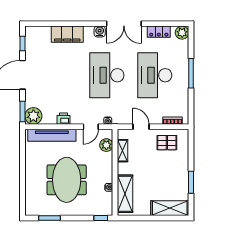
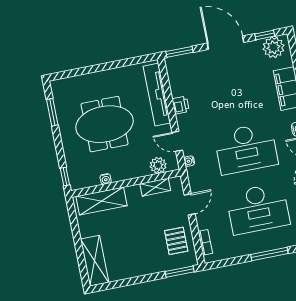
desk: (107, 75) -> (246, 149), turned 180
desk: (155, 75) -> (258, 209), turned 180
plant: (33, 116) -> (273, 47), moved
window: (191, 182) -> (180, 272), moved

